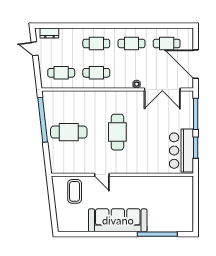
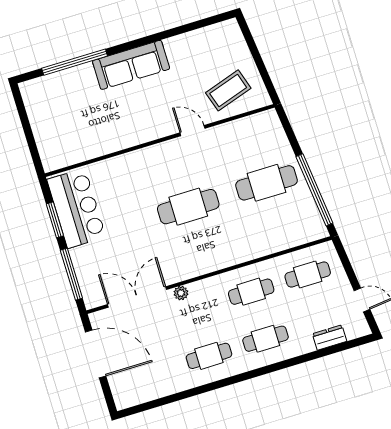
dresser: (49, 33) -> (330, 338), moved
cafe table: (167, 44) -> (152, 373), removed
cafe table: (117, 132) -> (188, 207), turned 90
coffee table: (75, 191) -> (228, 90), turned 72
sofa: (118, 220) -> (131, 65), width x0.74, depth x0.79

